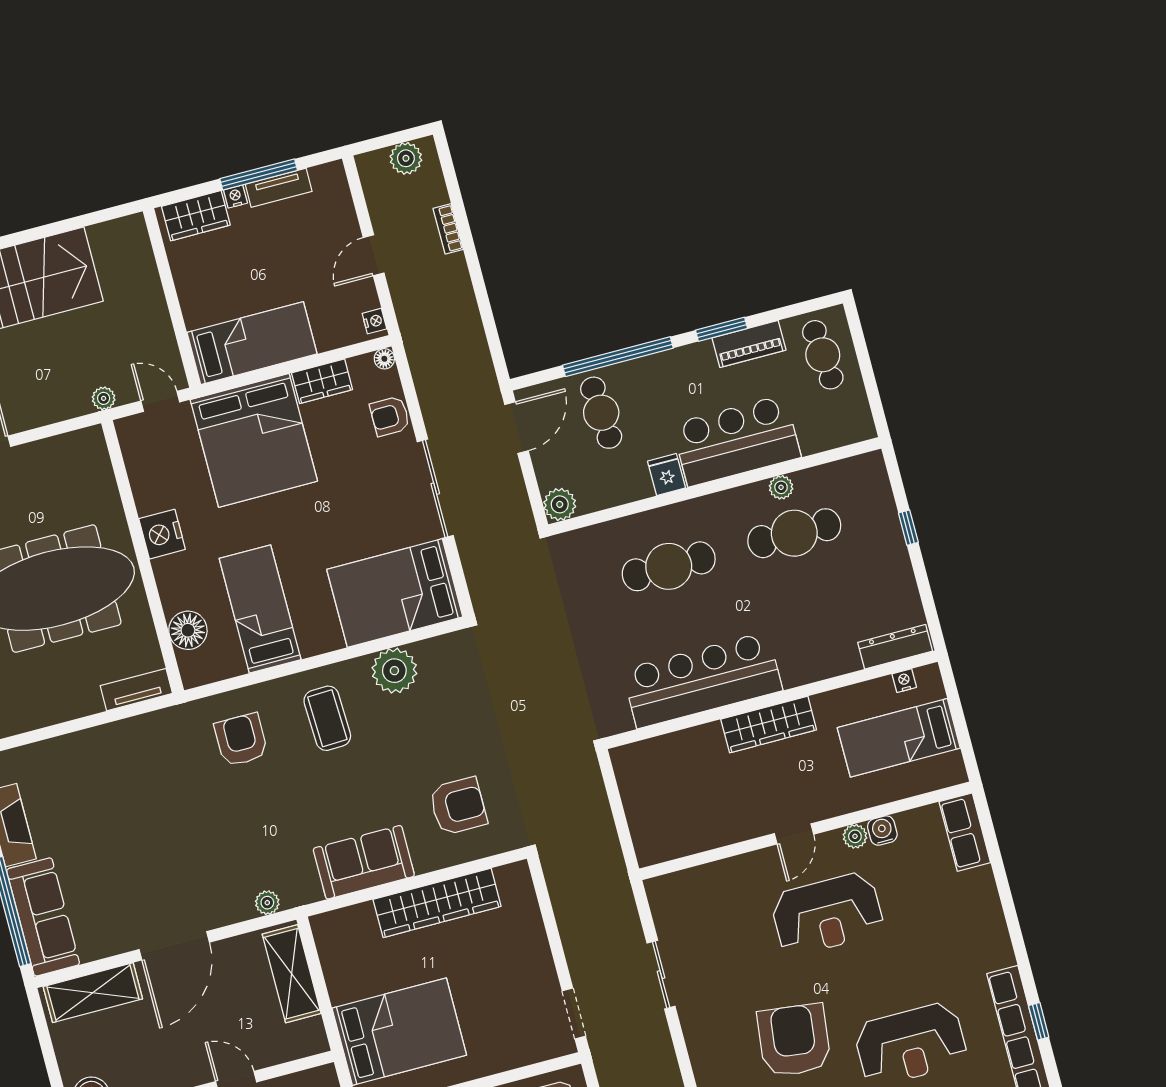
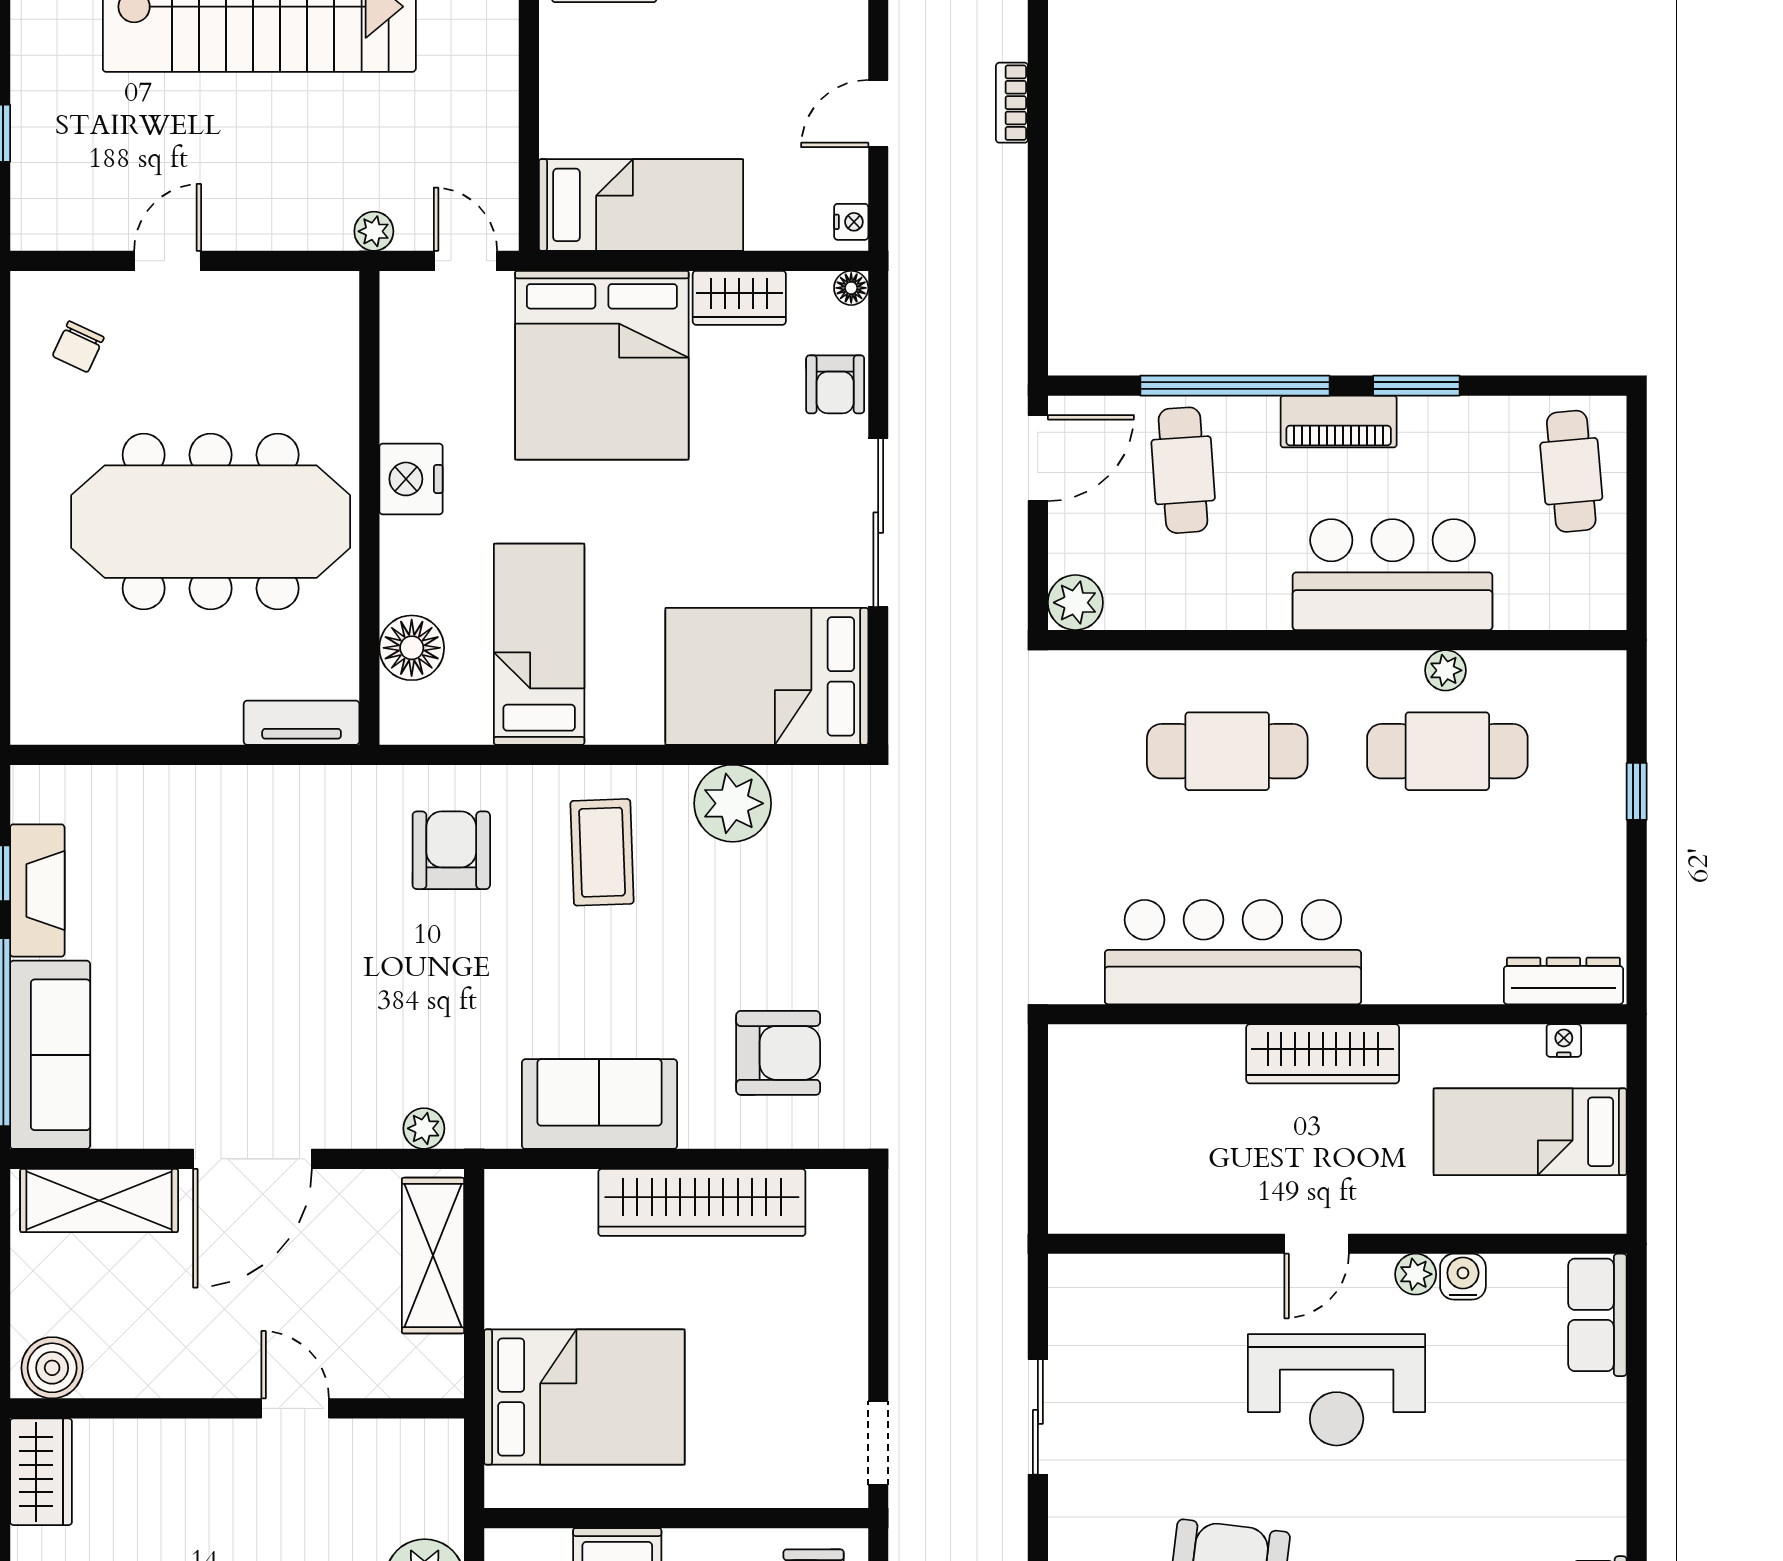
piano: (749, 344) -> (1339, 422), moved
armchair: (390, 416) -> (835, 384), turned -90
fridge: (666, 475) -> (1263, 600), removed

